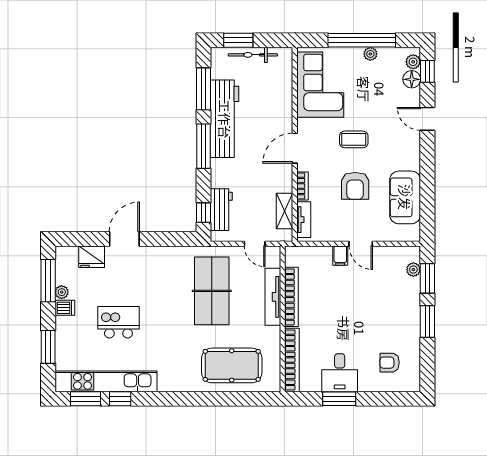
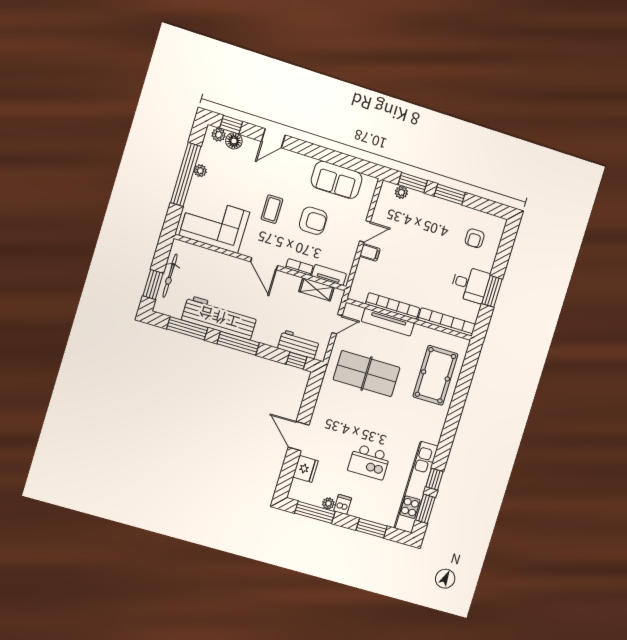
kitchen island: (118, 322) -> (369, 462), turned -90

